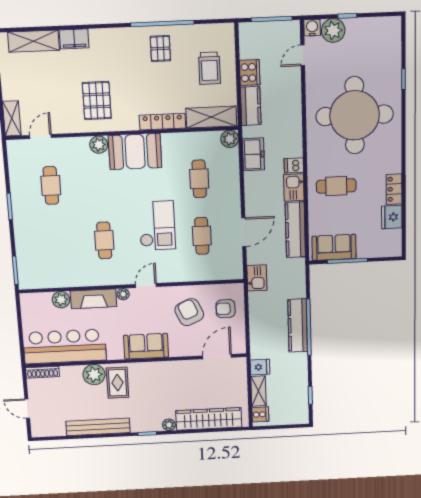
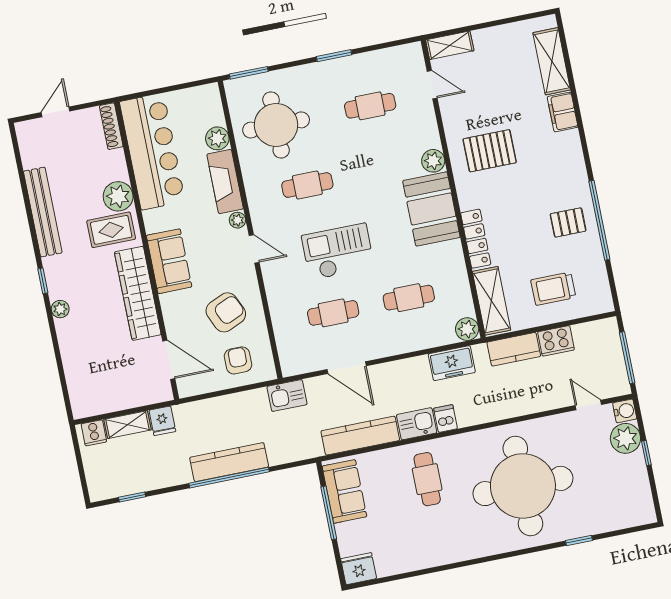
locker: (394, 189) -> (435, 556), removed
fridge: (392, 217) -> (359, 569), moved
checkout: (157, 226) -> (338, 252), turned 180
round table: (56, 256) -> (276, 125), added
wardrobe: (209, 419) -> (138, 293), moved, turned 180

